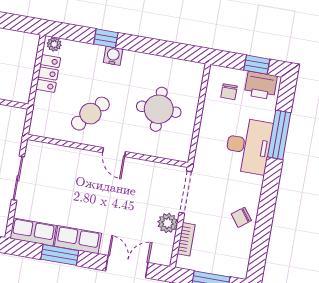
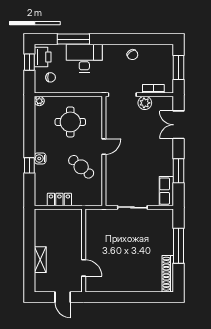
plant: (54, 44) -> (39, 101), moved
row of seats: (78, 240) -> (166, 160), removed

